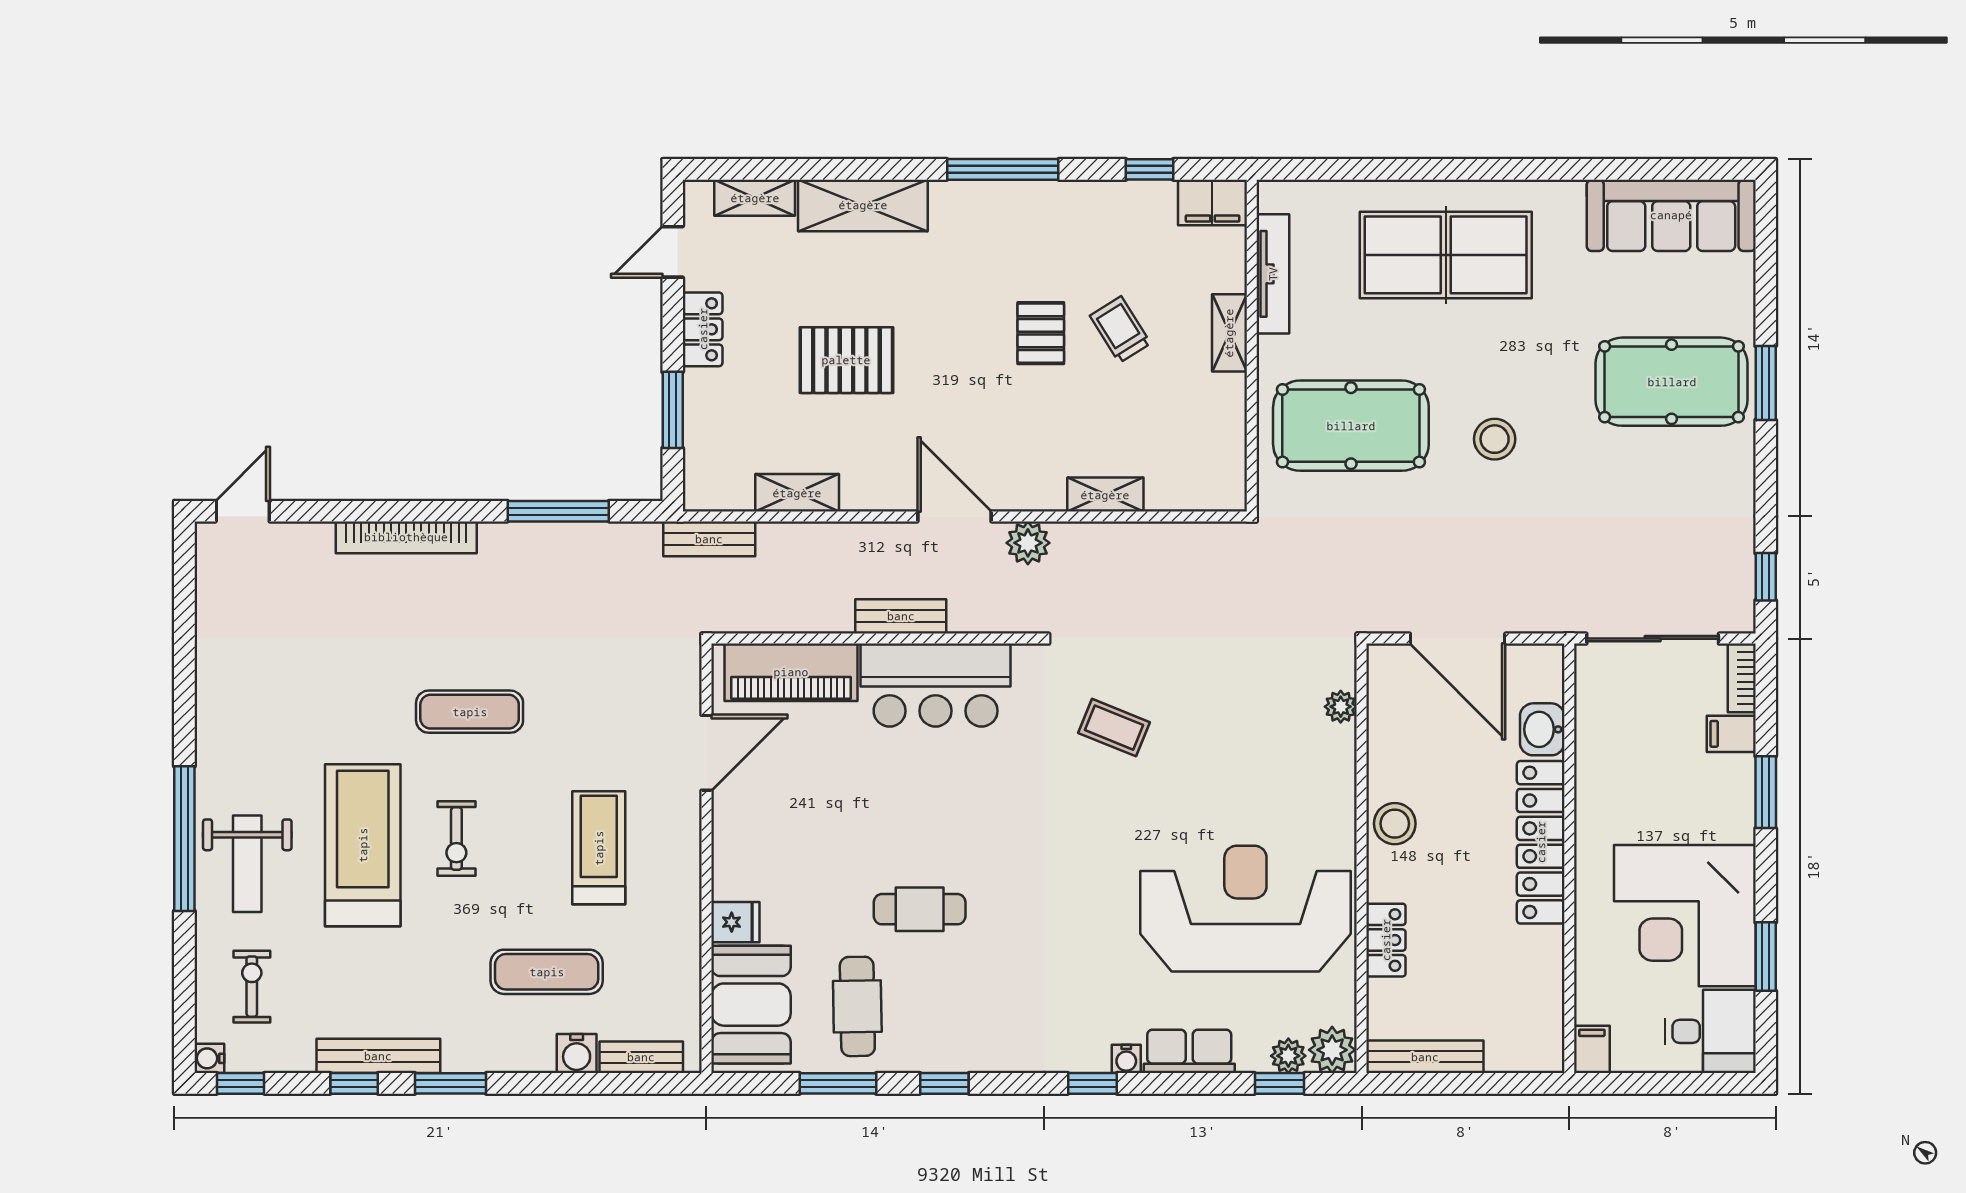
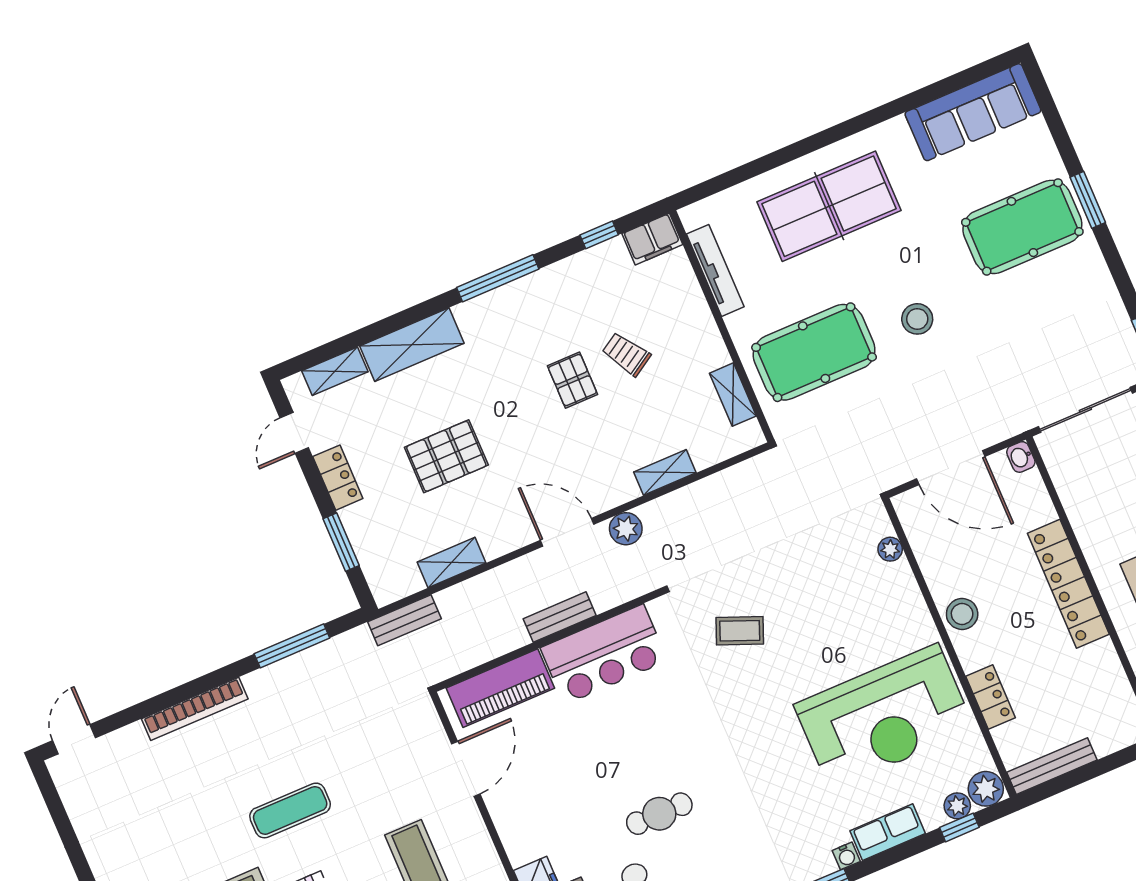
shelving: (1229, 333) -> (733, 395), moved
washbasin: (1542, 729) -> (1021, 457), moved, width x0.72, depth x0.69
reception desk: (1245, 909) -> (884, 717), turned 180

